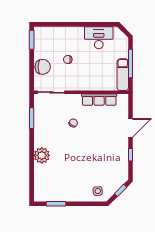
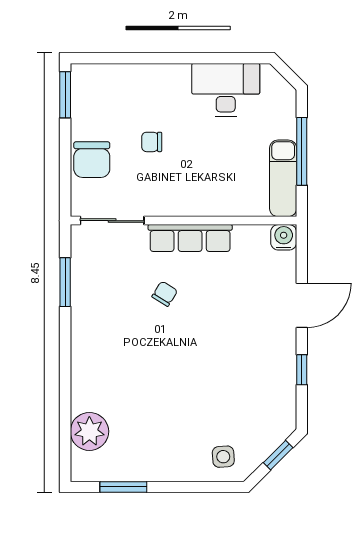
chair: (43, 67) -> (92, 160), turned 90
water cooler: (123, 99) -> (284, 237), added
row of seats: (99, 100) -> (190, 238), moved
plant: (42, 155) -> (89, 431), moved

